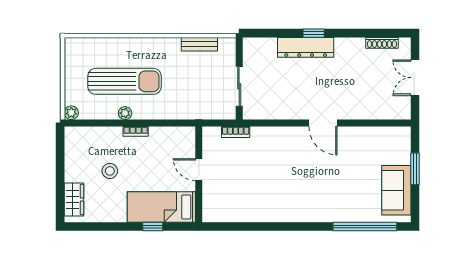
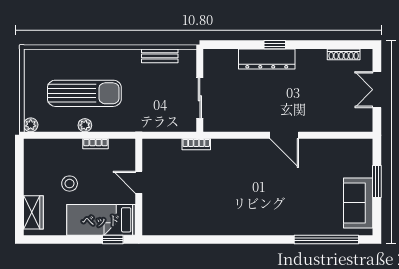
door: (199, 170) -> (139, 182), moved
wall: (199, 174) -> (139, 187), moved
bed: (161, 207) -> (101, 220), moved

